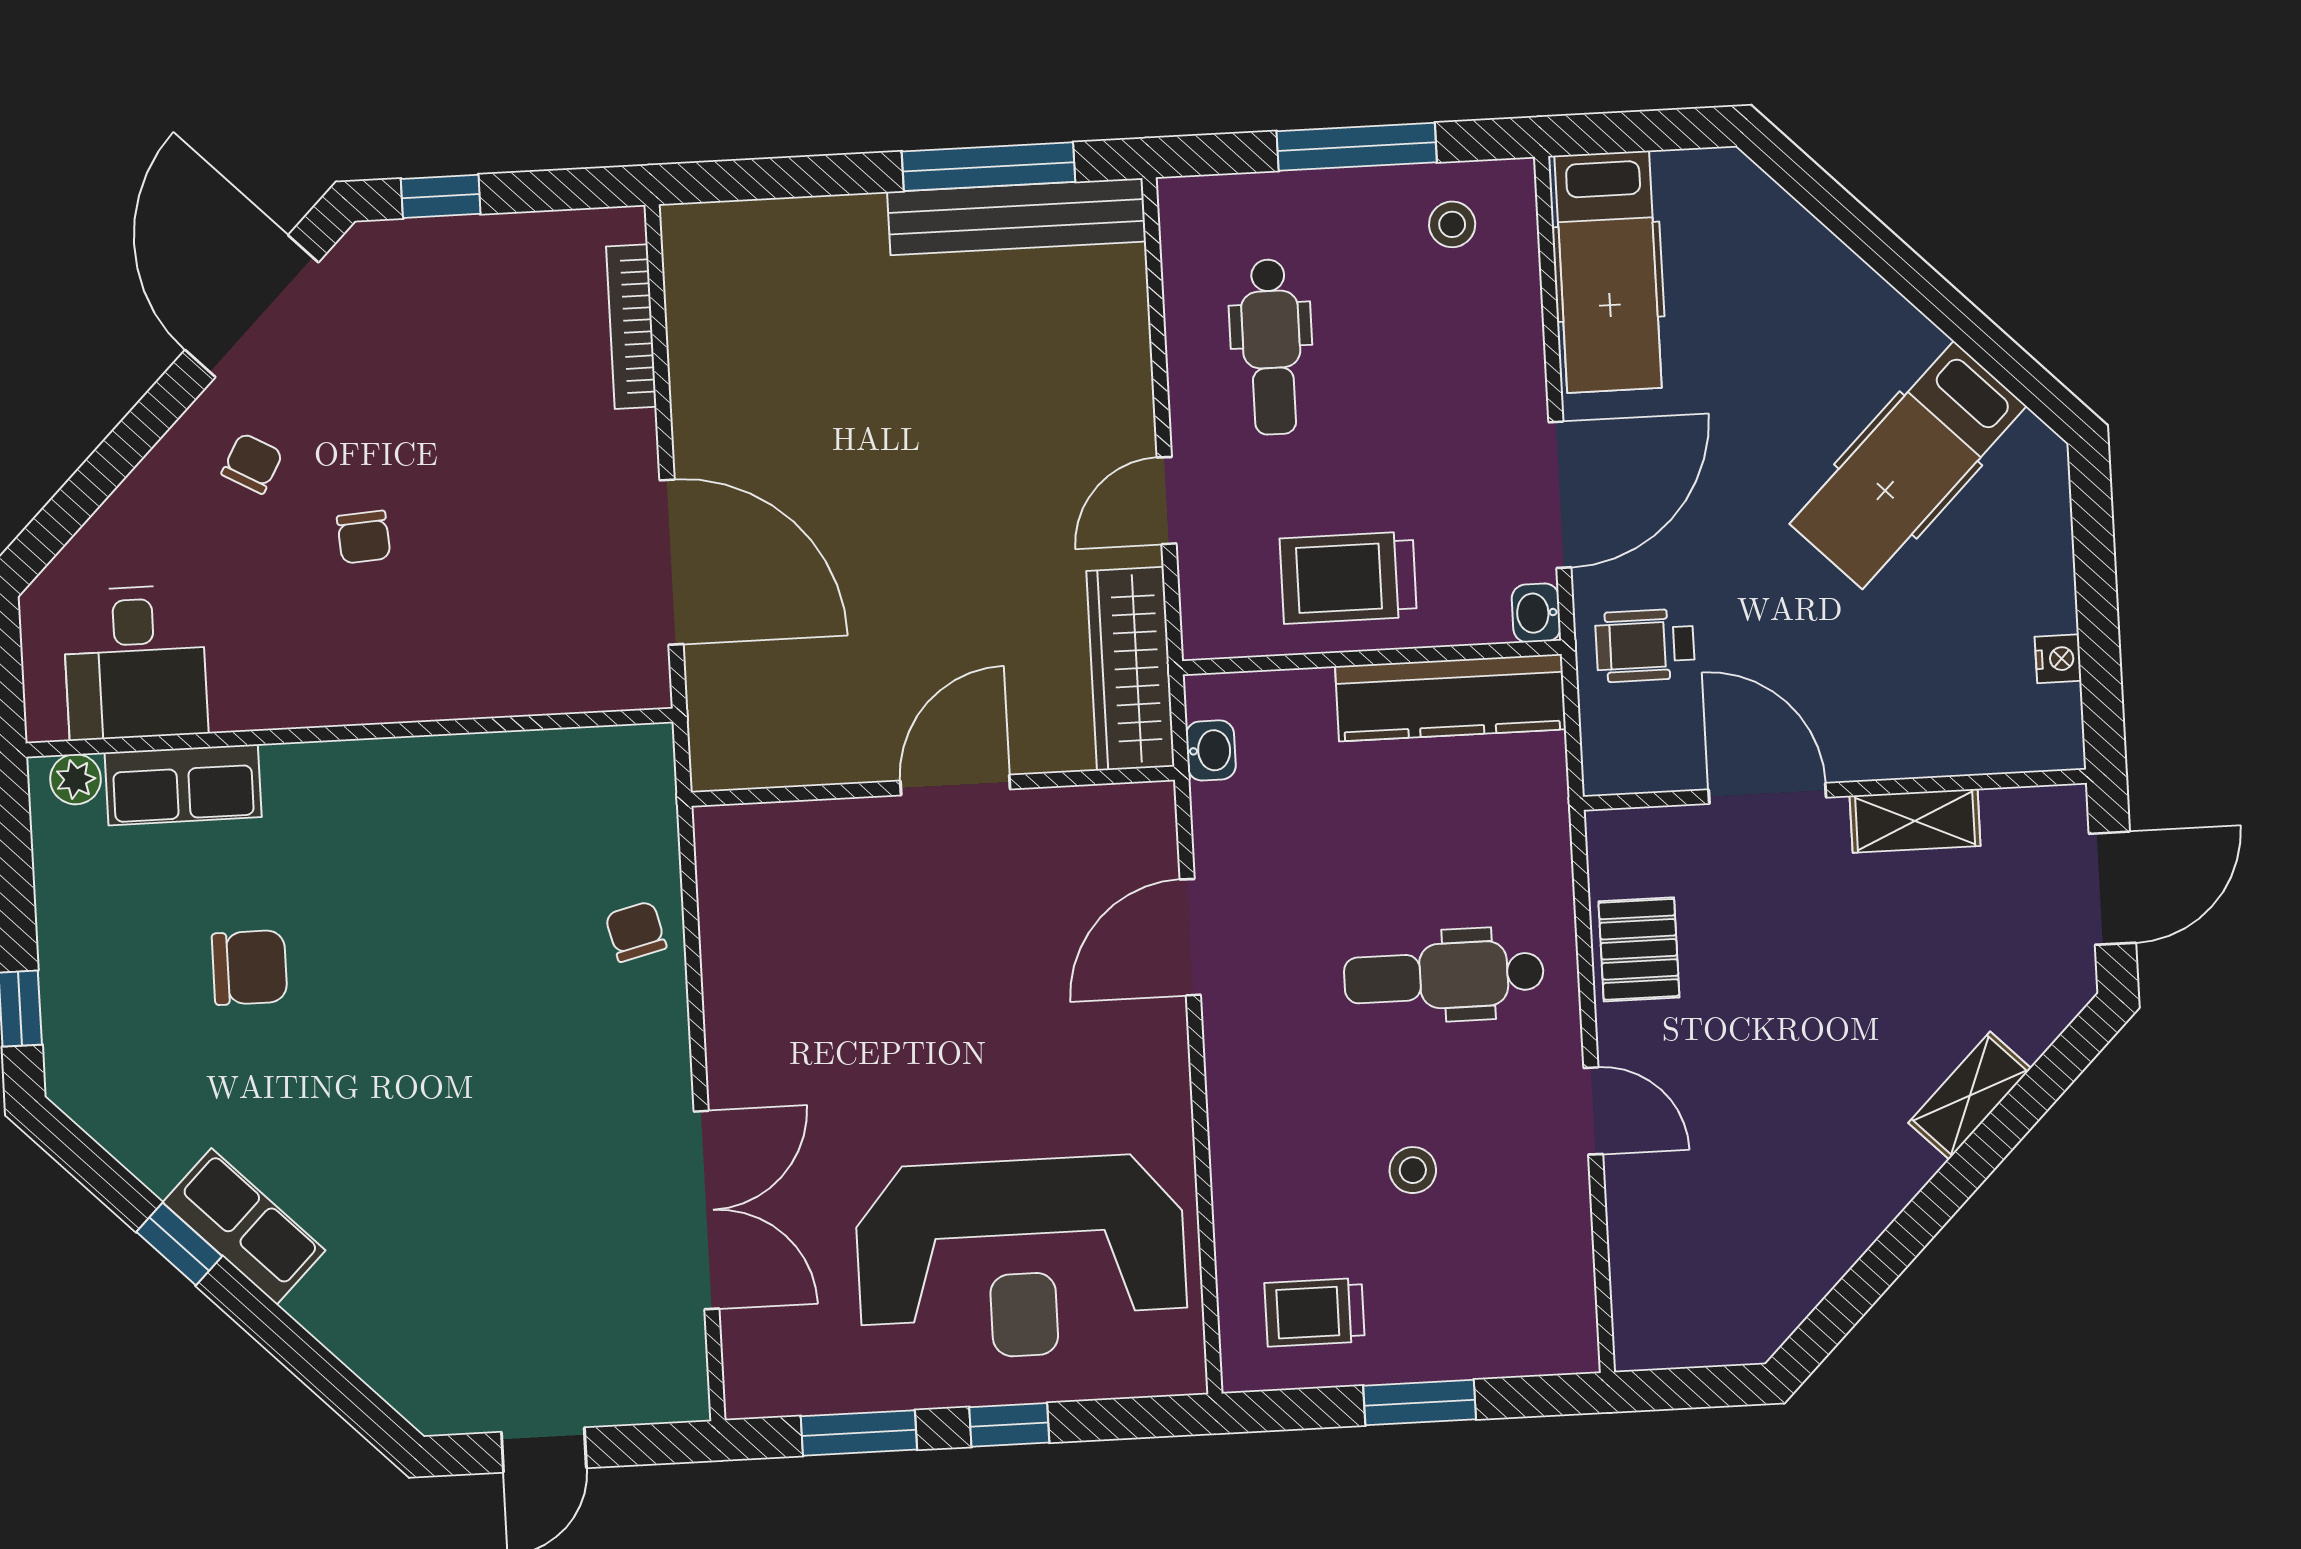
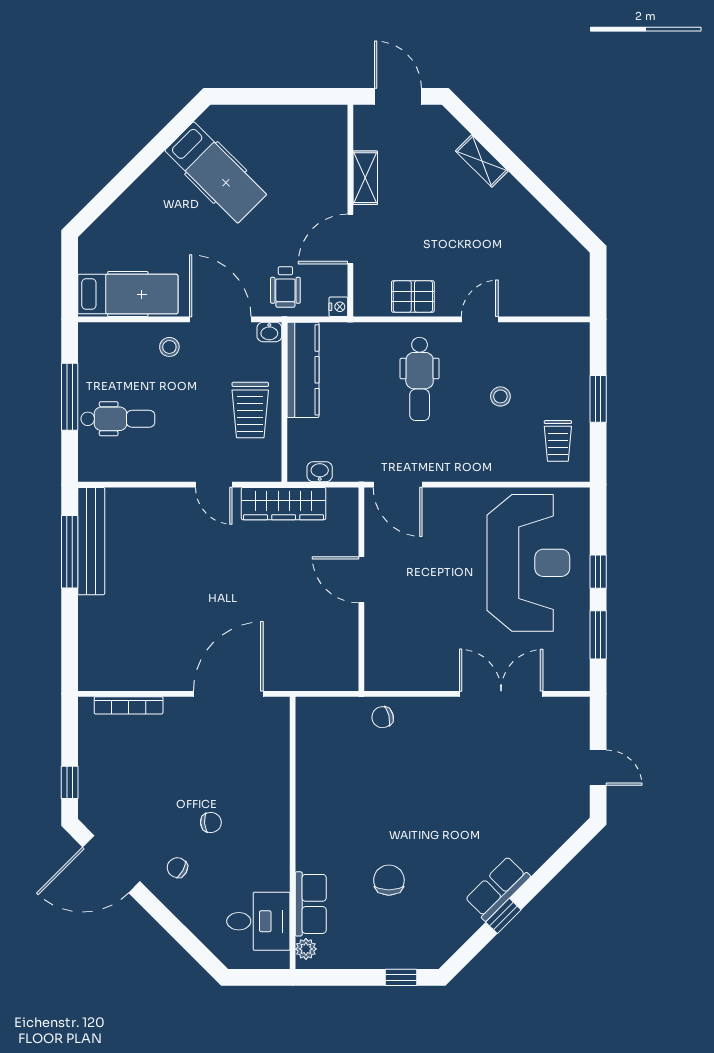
stool: (1452, 224) -> (169, 347), moved
dental chair: (1272, 347) -> (118, 419), moved
nightstand: (2058, 659) -> (338, 307), moved, turned 90
door: (955, 785) -> (361, 580), moved
wall: (933, 786) -> (361, 589), moved

